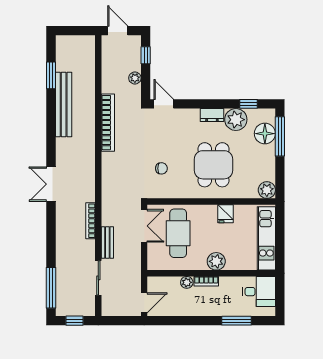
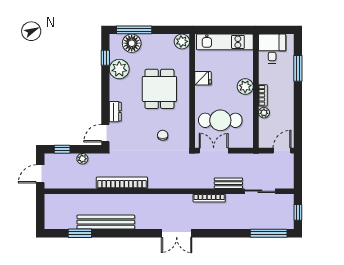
dresser: (212, 115) -> (115, 112), moved
dining table: (213, 165) -> (159, 89), turned 90
door: (144, 303) -> (282, 151), hinge flipped

